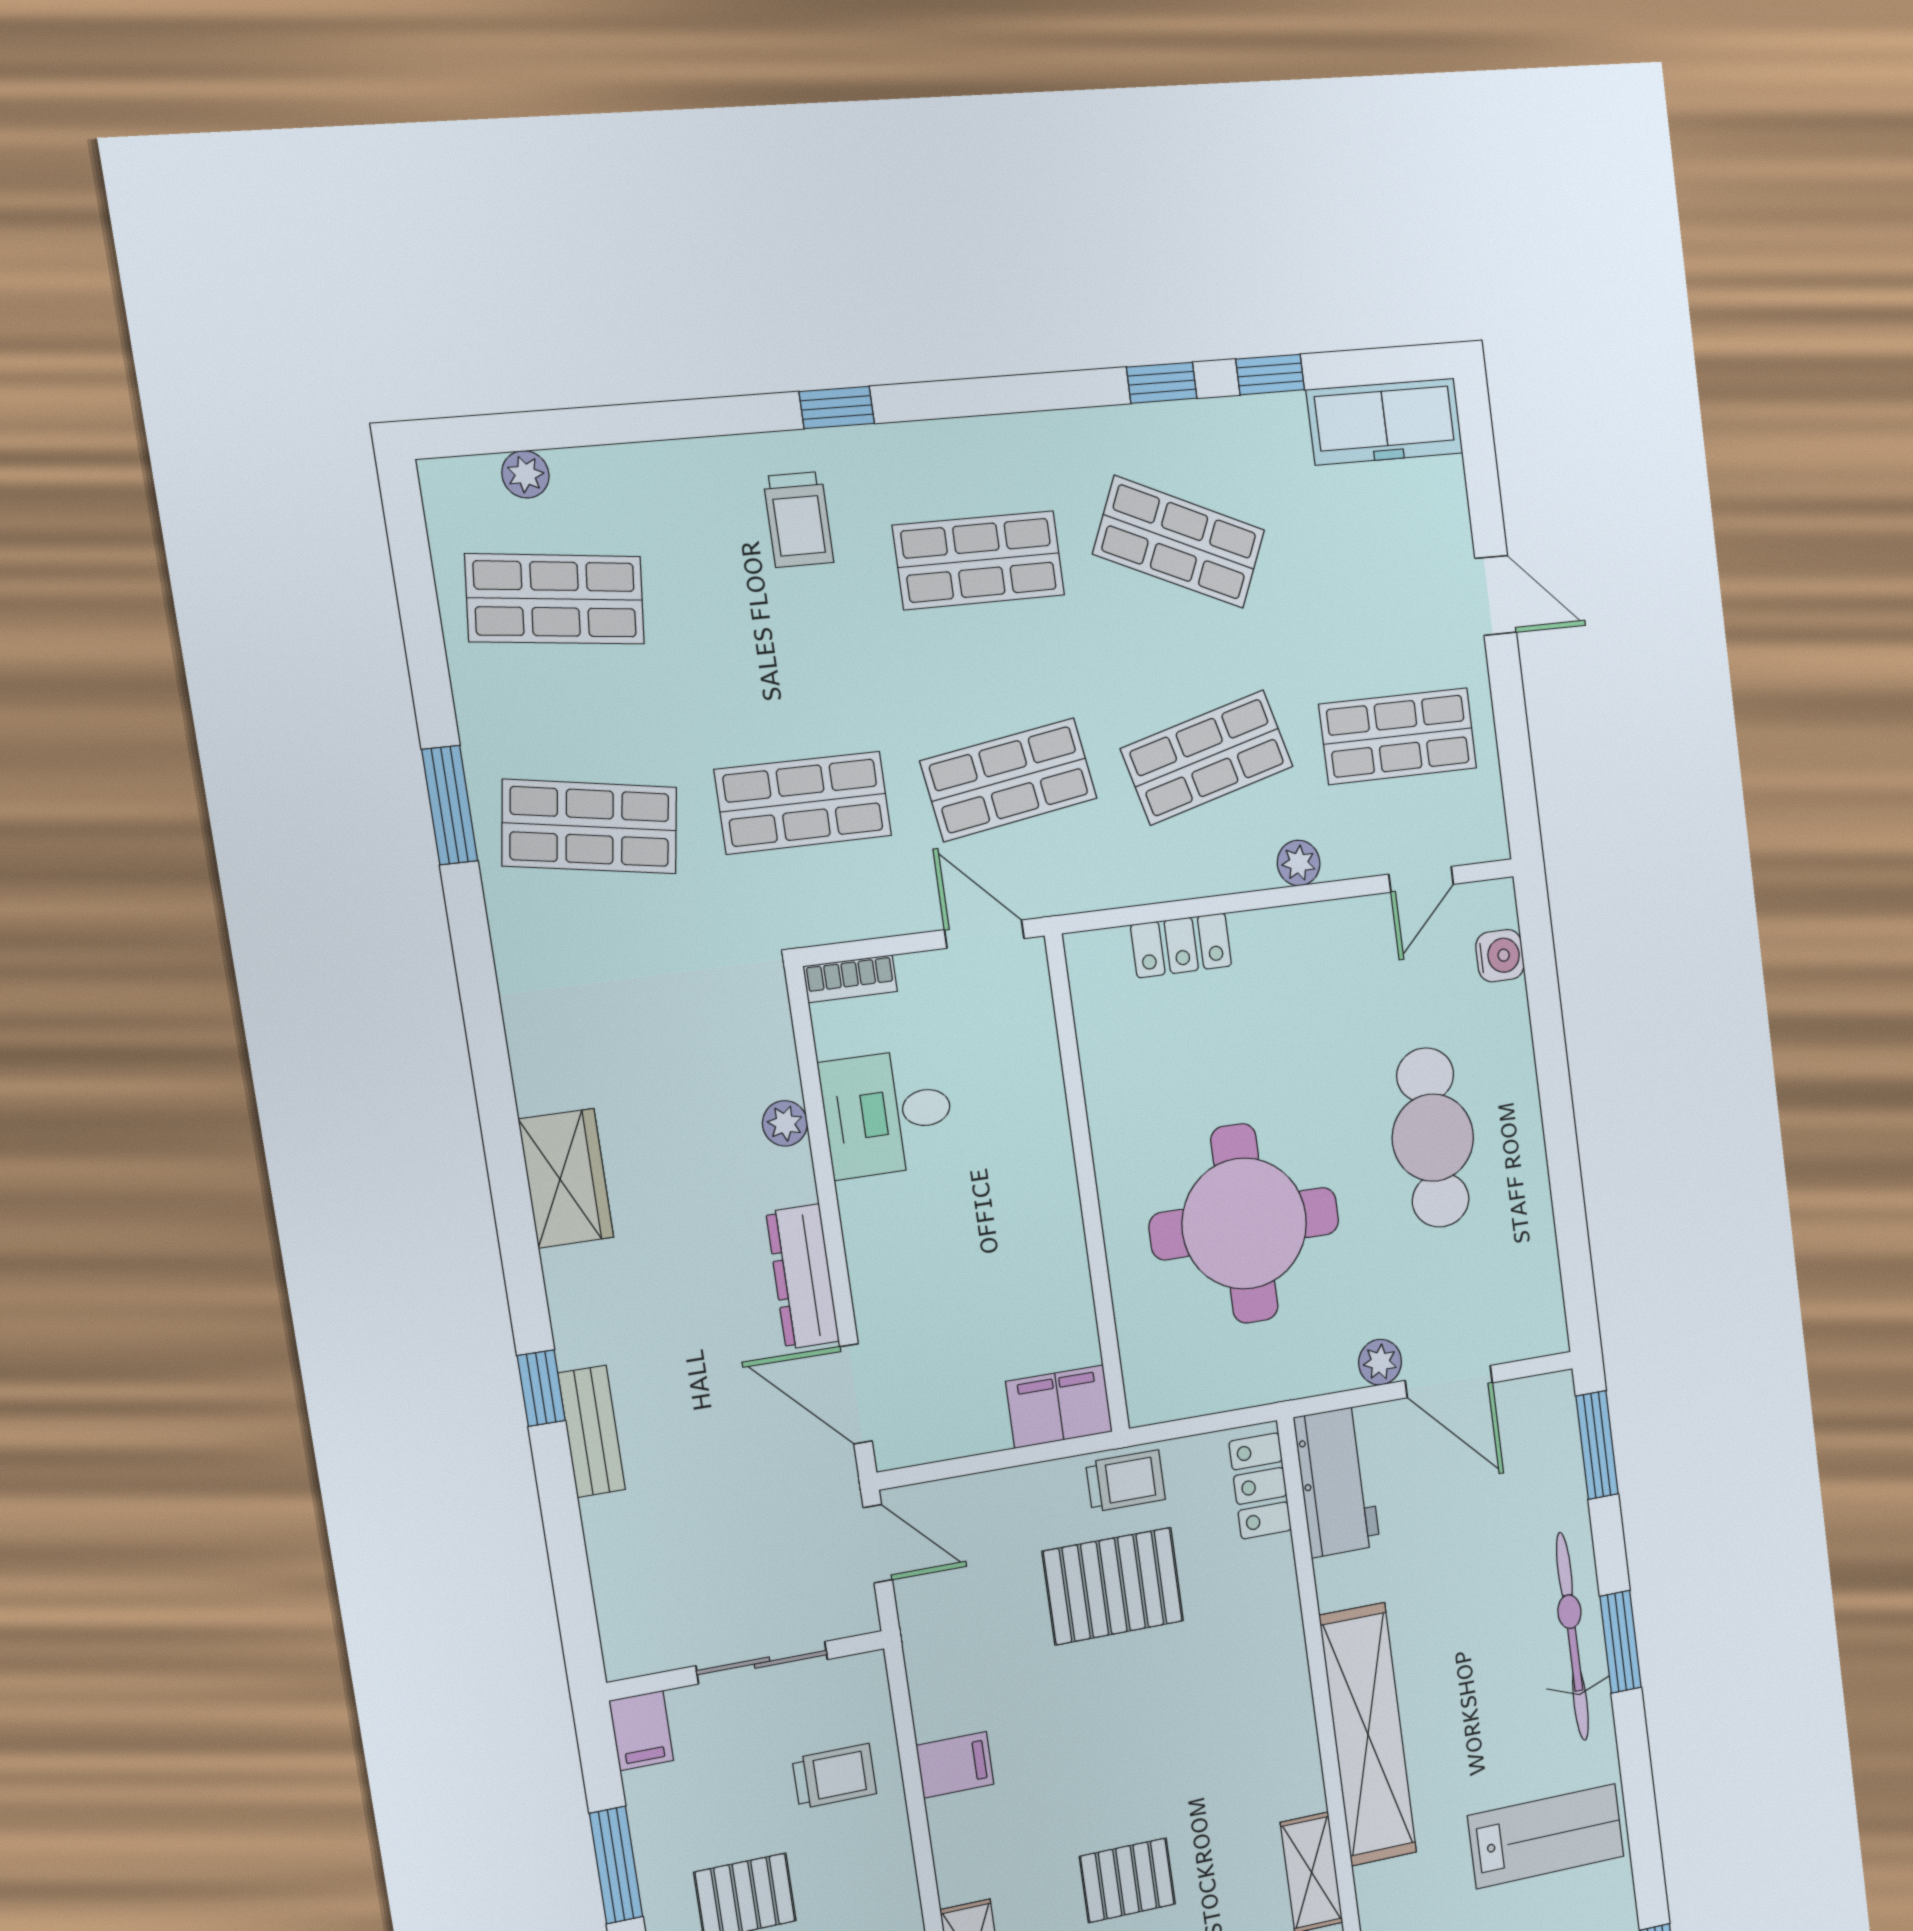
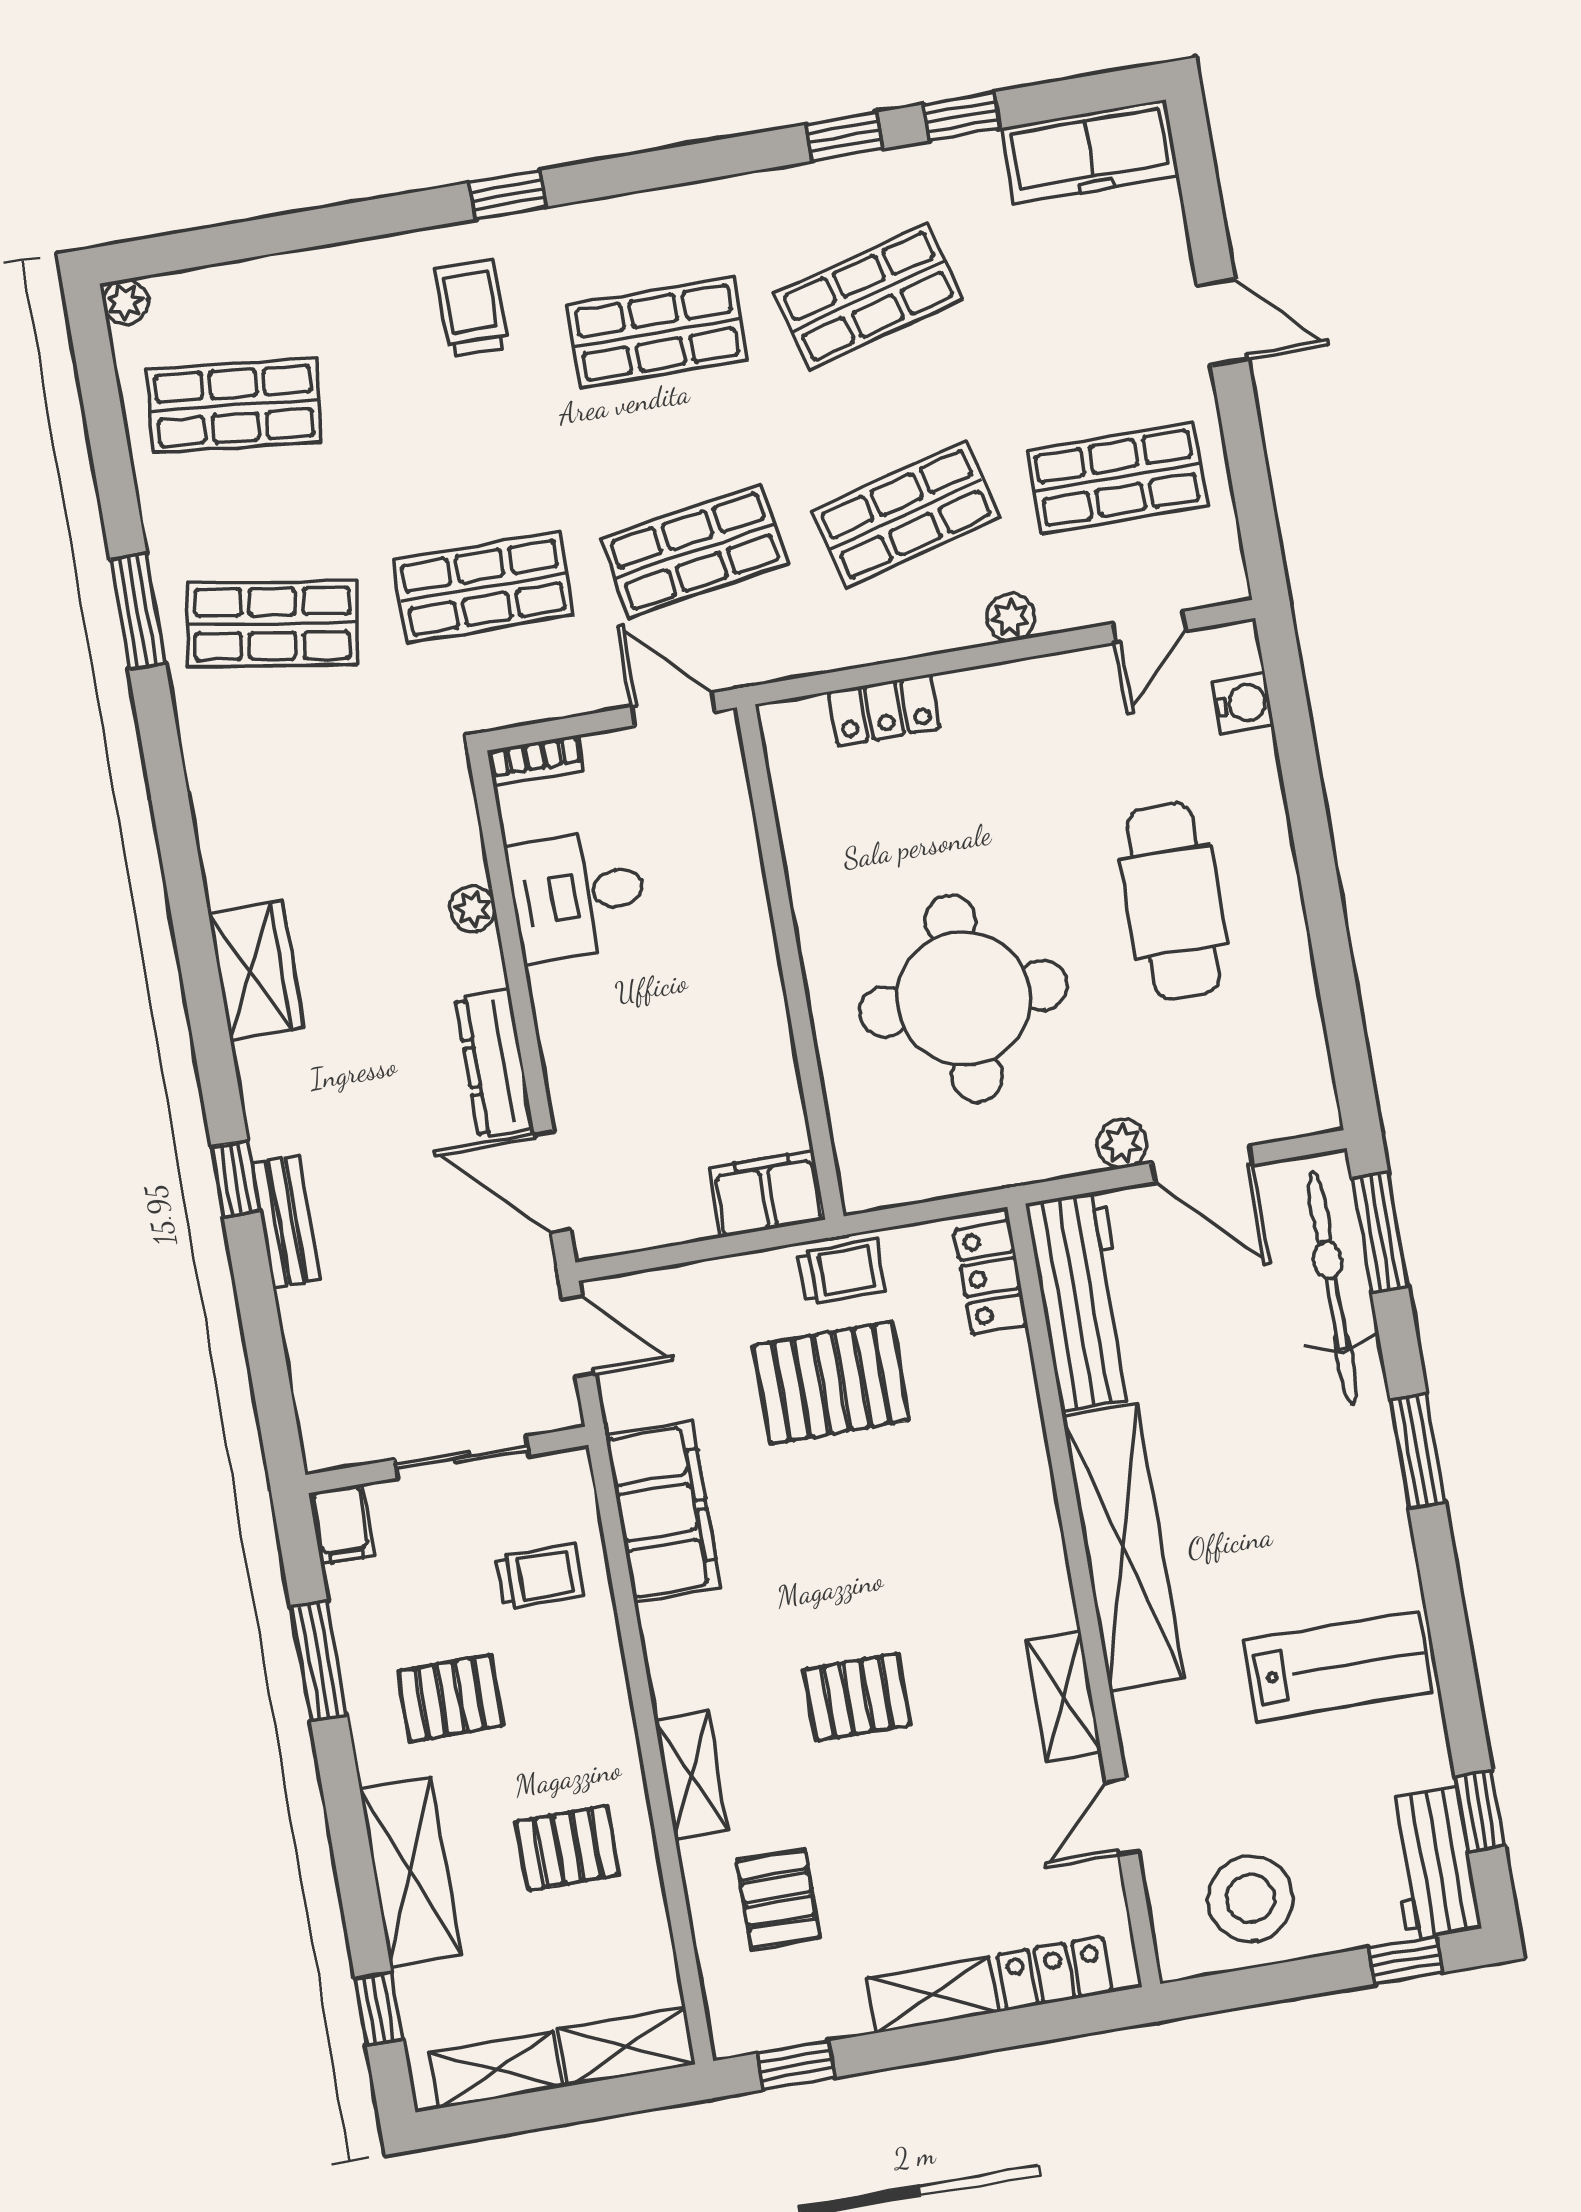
plant: (525, 474) -> (125, 302), moved
trolley: (798, 520) -> (472, 308), turned 180
shop shelf: (1179, 542) -> (868, 296), turned -39
workbench: (1337, 1482) -> (1082, 1301), width x1.38
bicycle: (1572, 1637) -> (1332, 1288), moved
filing cabinet: (955, 1765) -> (663, 1511), width x3.00, depth x1.17

